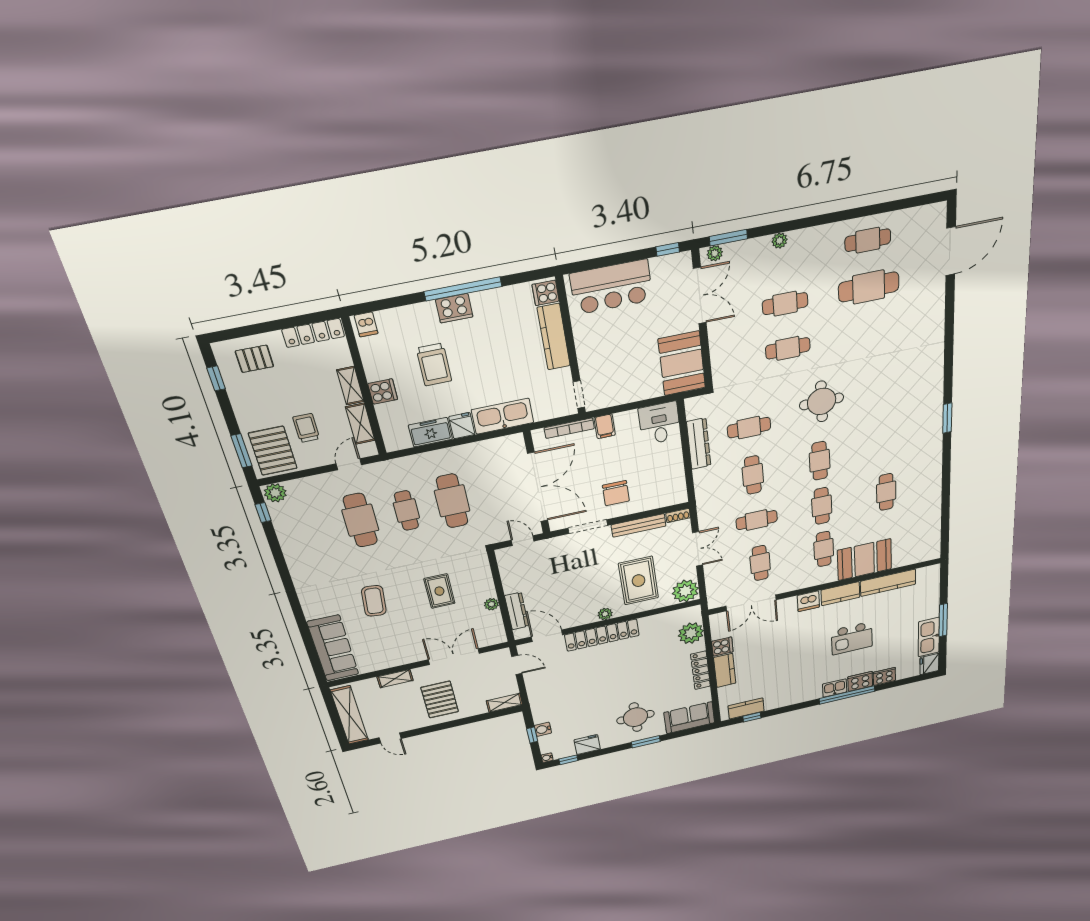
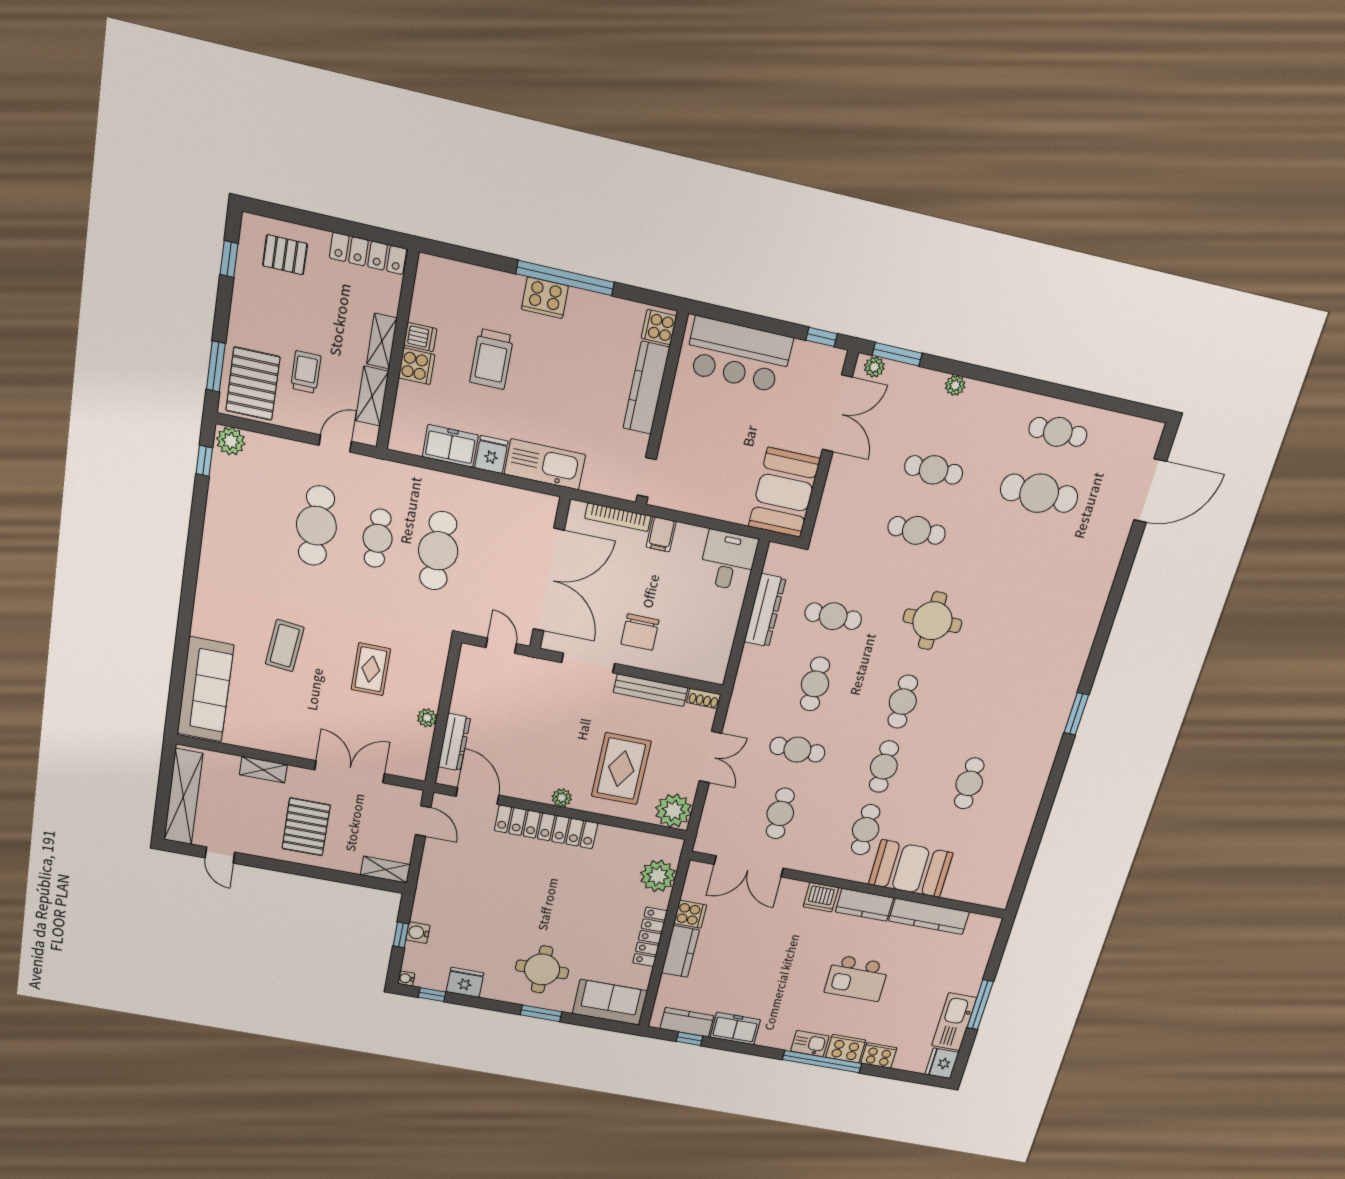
dishwasher: (366, 324) -> (420, 337), moved, turned -90
freezer: (780, 699) -> (735, 1028), added

